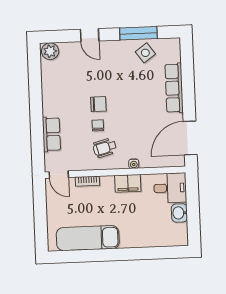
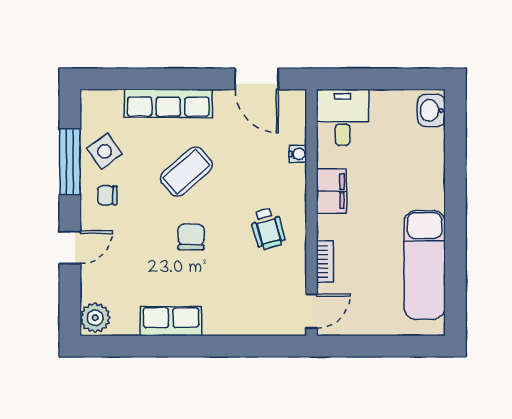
coffee table: (136, 100) -> (186, 172), added
chair: (98, 125) -> (107, 195), moved
row of seats: (51, 134) -> (171, 321), moved
door: (190, 138) -> (257, 79), width x0.73
water cooler: (134, 164) -> (298, 154), moved
washbasin: (179, 213) -> (431, 110), moved, turned 90

